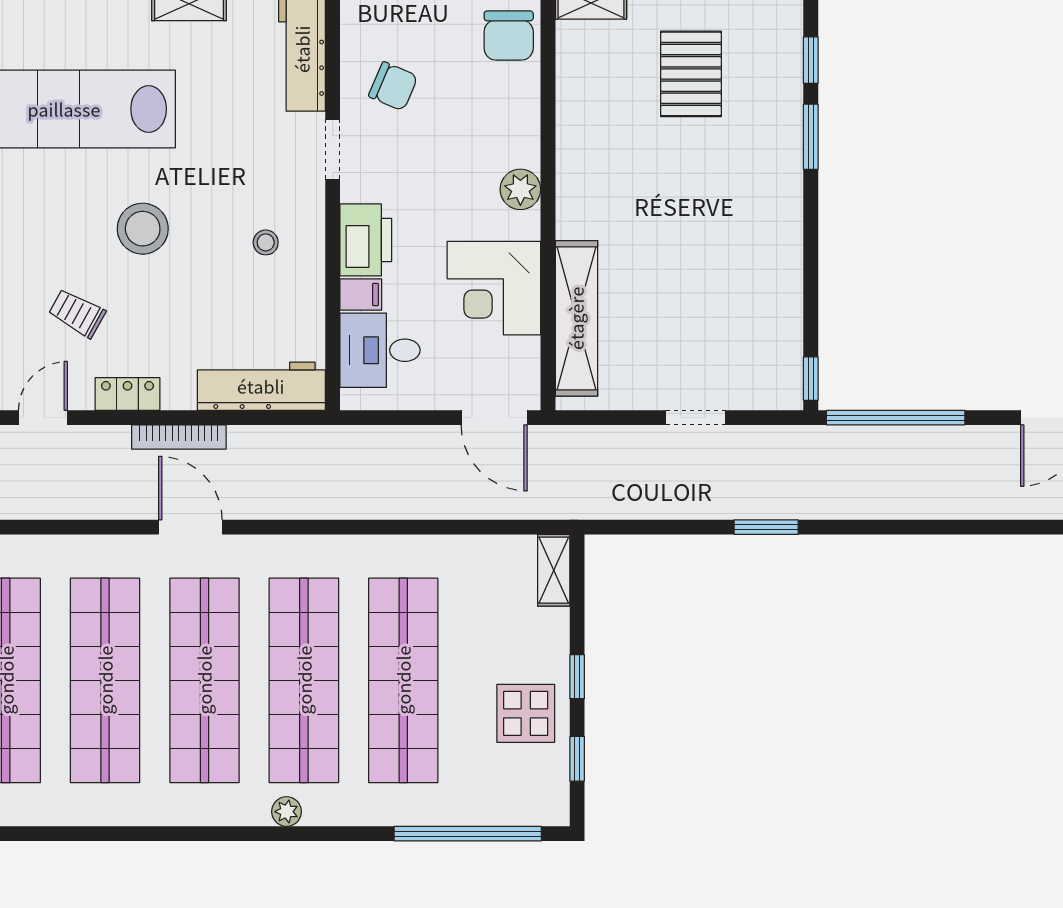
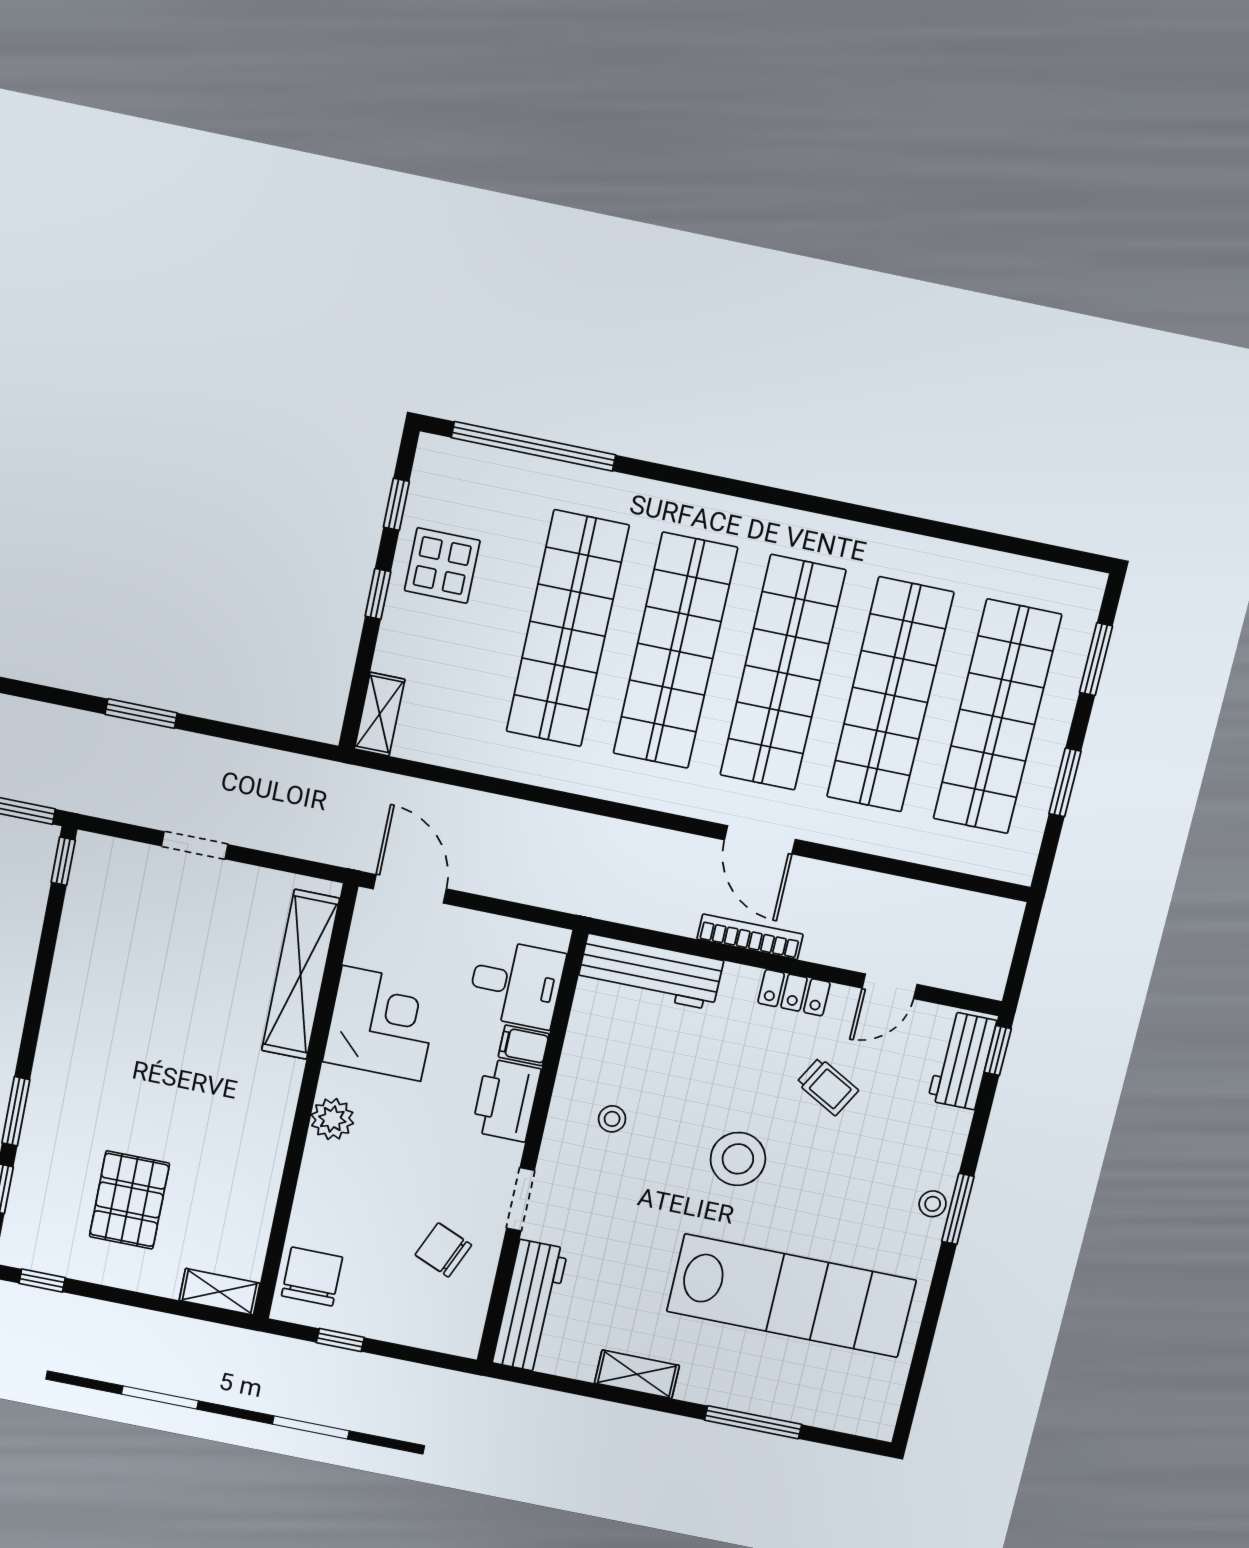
plant: (287, 812) -> (726, 512), removed

